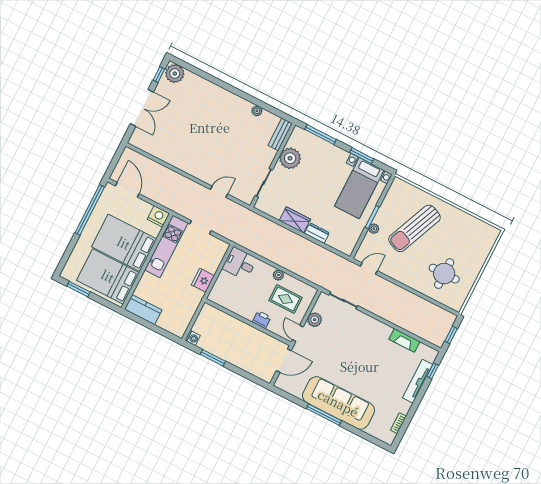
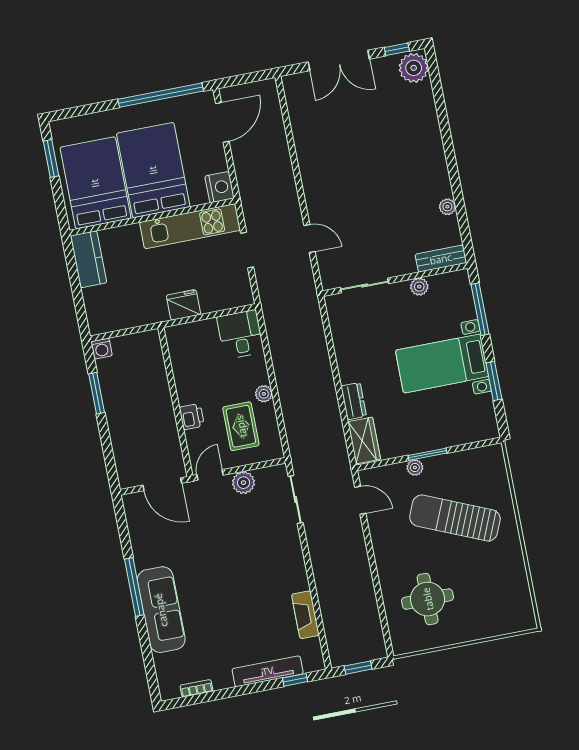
plant: (290, 158) -> (419, 287), width x0.53, depth x0.53
bed with nightstands: (359, 188) -> (442, 363), moved
wardrobe: (295, 220) -> (364, 441), moved
sofa: (338, 403) -> (161, 610), width x0.74, depth x0.79

